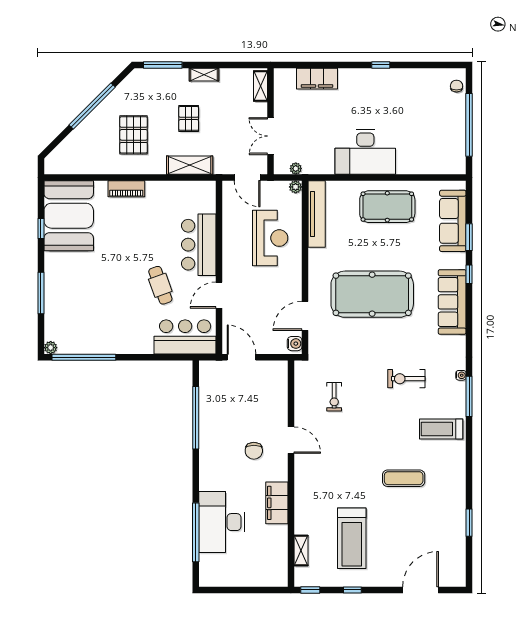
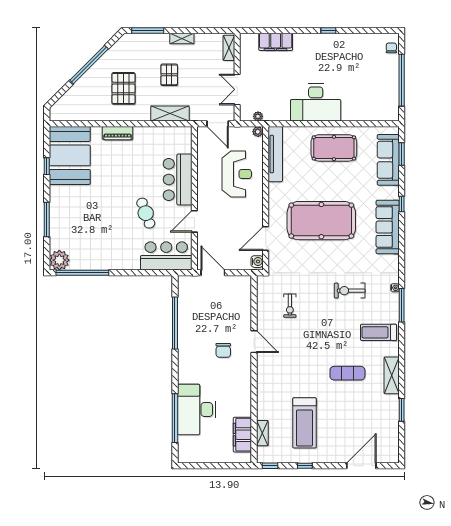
window: (469, 237) -> (402, 154), moved
plant: (51, 348) -> (59, 260), width x1.88, depth x1.88
shelving: (457, 481) -> (392, 375), added
filing cabinet: (277, 503) -> (242, 435), moved

